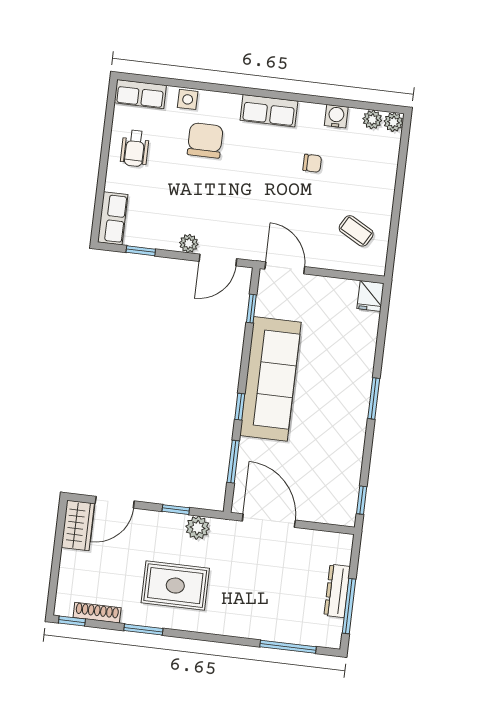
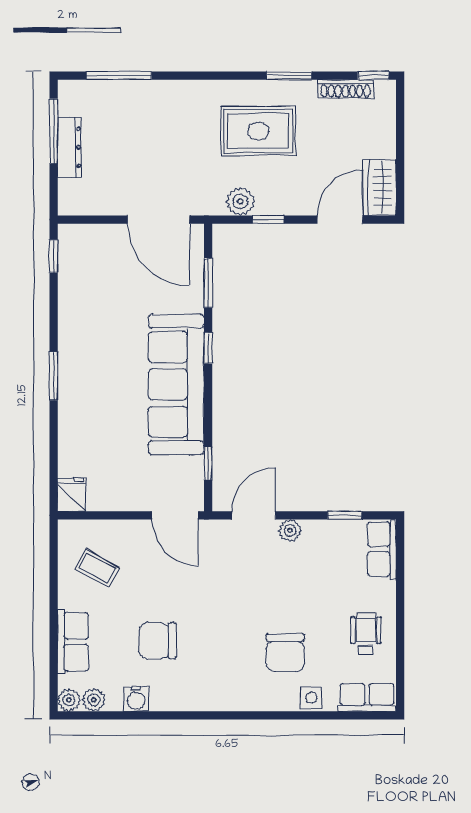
row of seats: (269, 111) -> (73, 642), moved, turned 90
chair: (312, 163) -> (158, 641), width x1.87, depth x1.87

